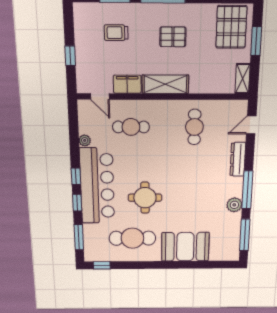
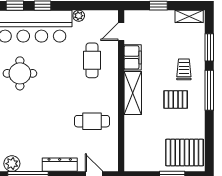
trolley: (116, 33) -> (184, 69), moved
pallet: (173, 37) -> (176, 100), turned 90
shelving: (243, 79) -> (189, 16), moved

